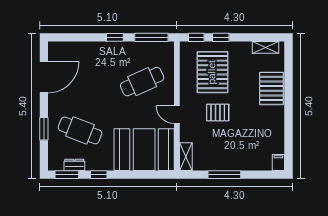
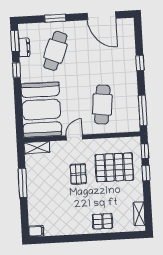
window: (115, 37) -> (140, 63), moved
cafe table: (142, 82) -> (102, 104), turned 30
pallet: (271, 88) -> (103, 221), width x0.67, depth x0.71

